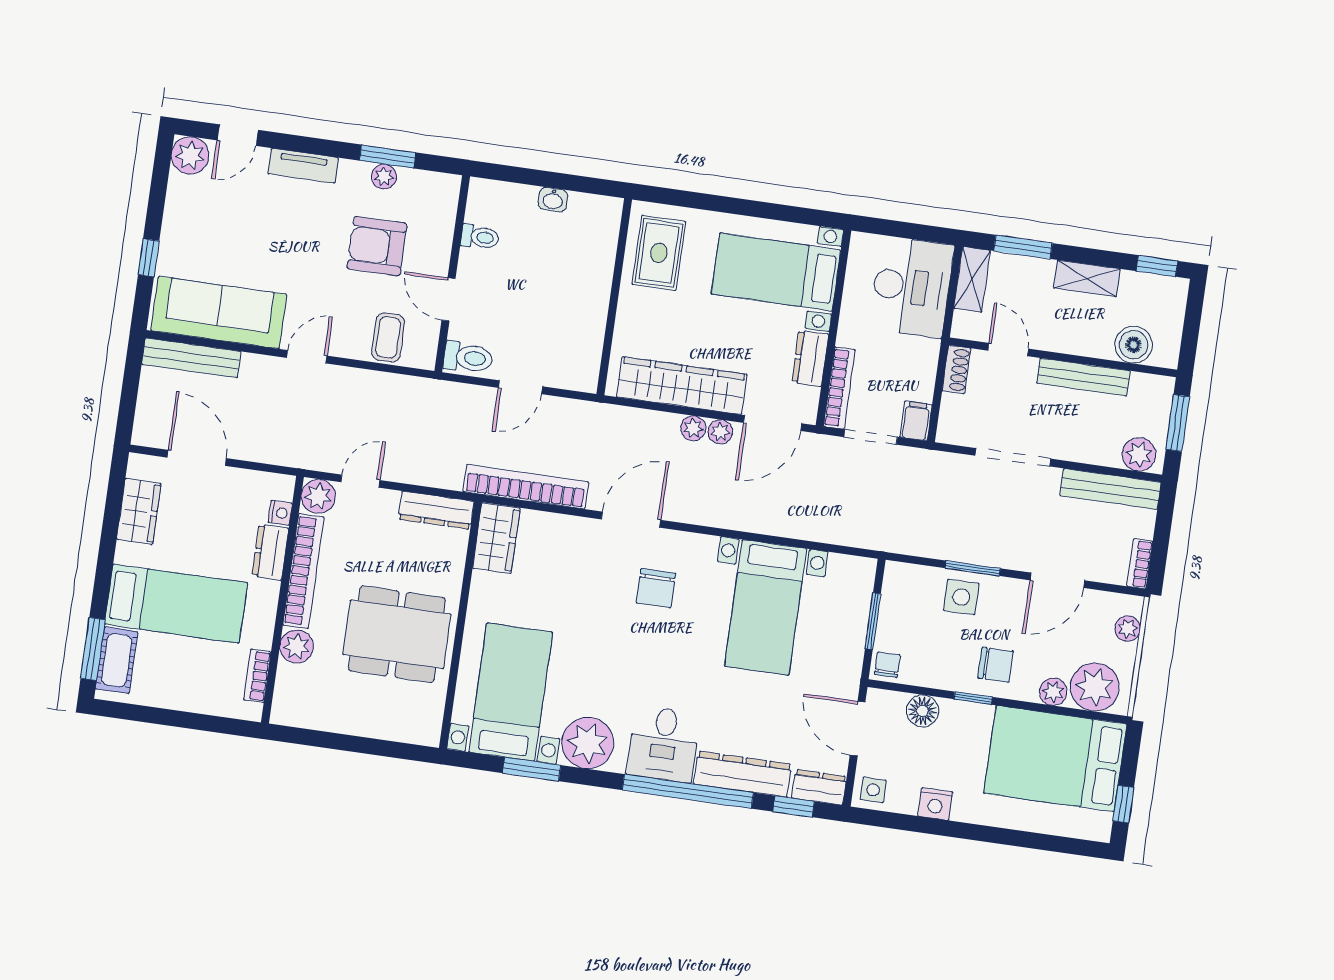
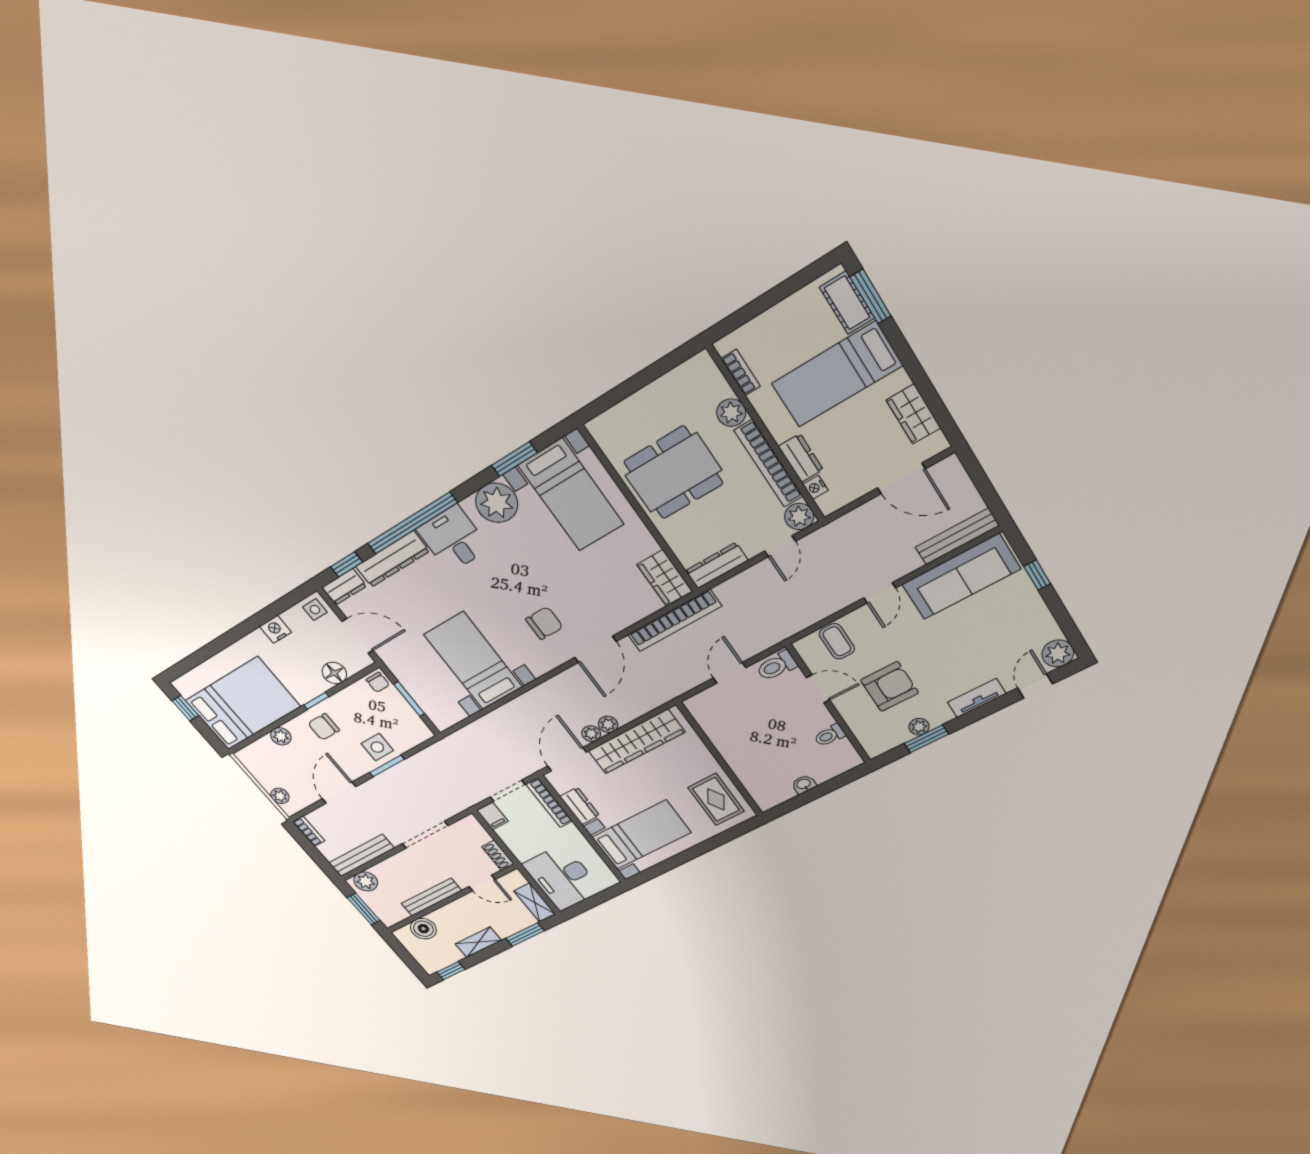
chair: (656, 588) -> (544, 623), turned 90
plant: (1095, 687) -> (264, 755), removed

